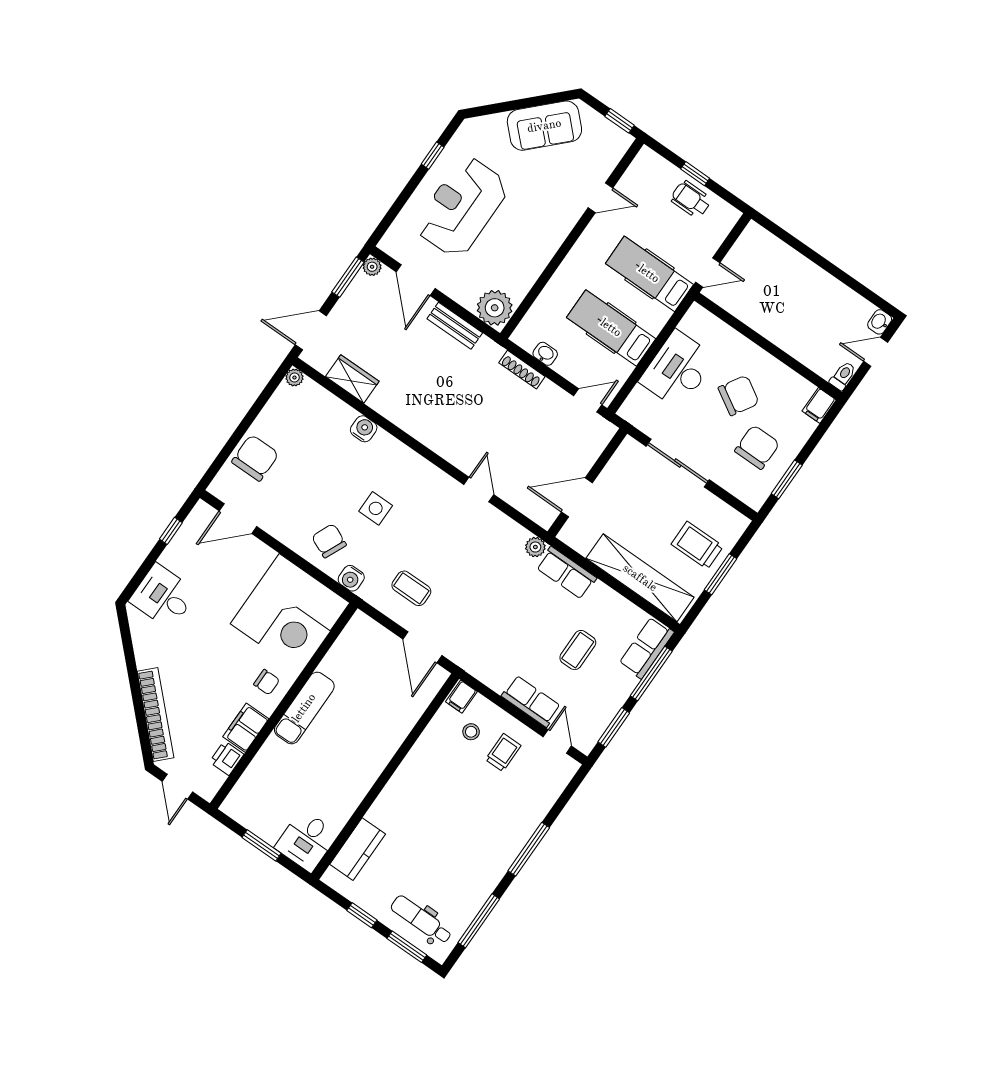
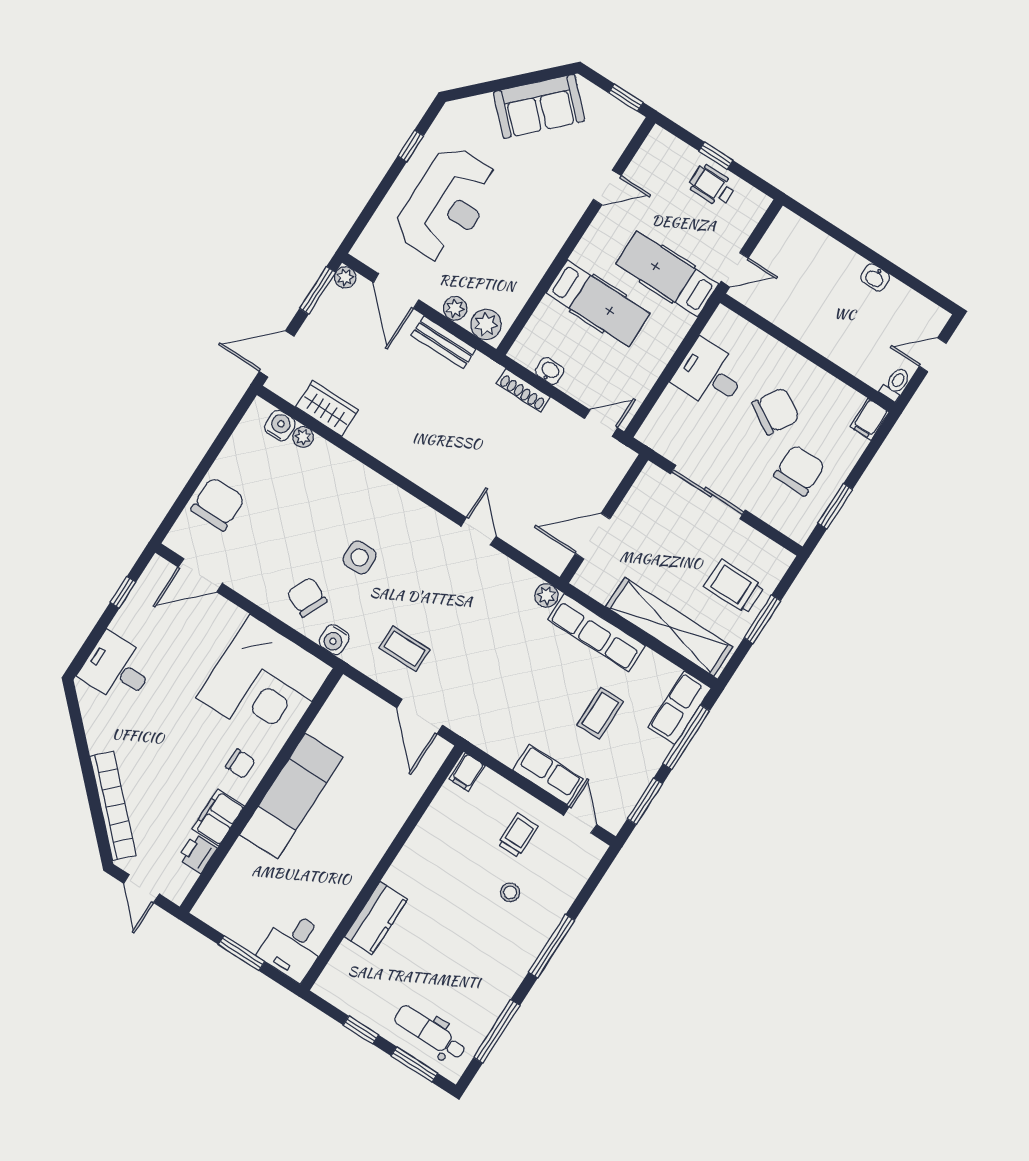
reception desk: (462, 207) -> (447, 204), turned 180
plant: (466, 297) -> (455, 308), added
plant: (495, 308) -> (486, 324), width x0.73, depth x0.73
washbasin: (880, 322) -> (875, 277), moved, turned -90
hospital bed: (611, 328) -> (598, 303), moved, turned 180
desk: (678, 370) -> (709, 375), width x0.73
plant: (294, 378) -> (303, 437), moved
water cooler: (364, 429) -> (280, 426), moved
row of seats: (566, 573) -> (597, 633), width x1.48
exam couch: (304, 708) -> (291, 796), width x1.36, depth x1.45
stool: (471, 732) -> (510, 892), moved
kitchen counter: (358, 849) -> (376, 918), moved

